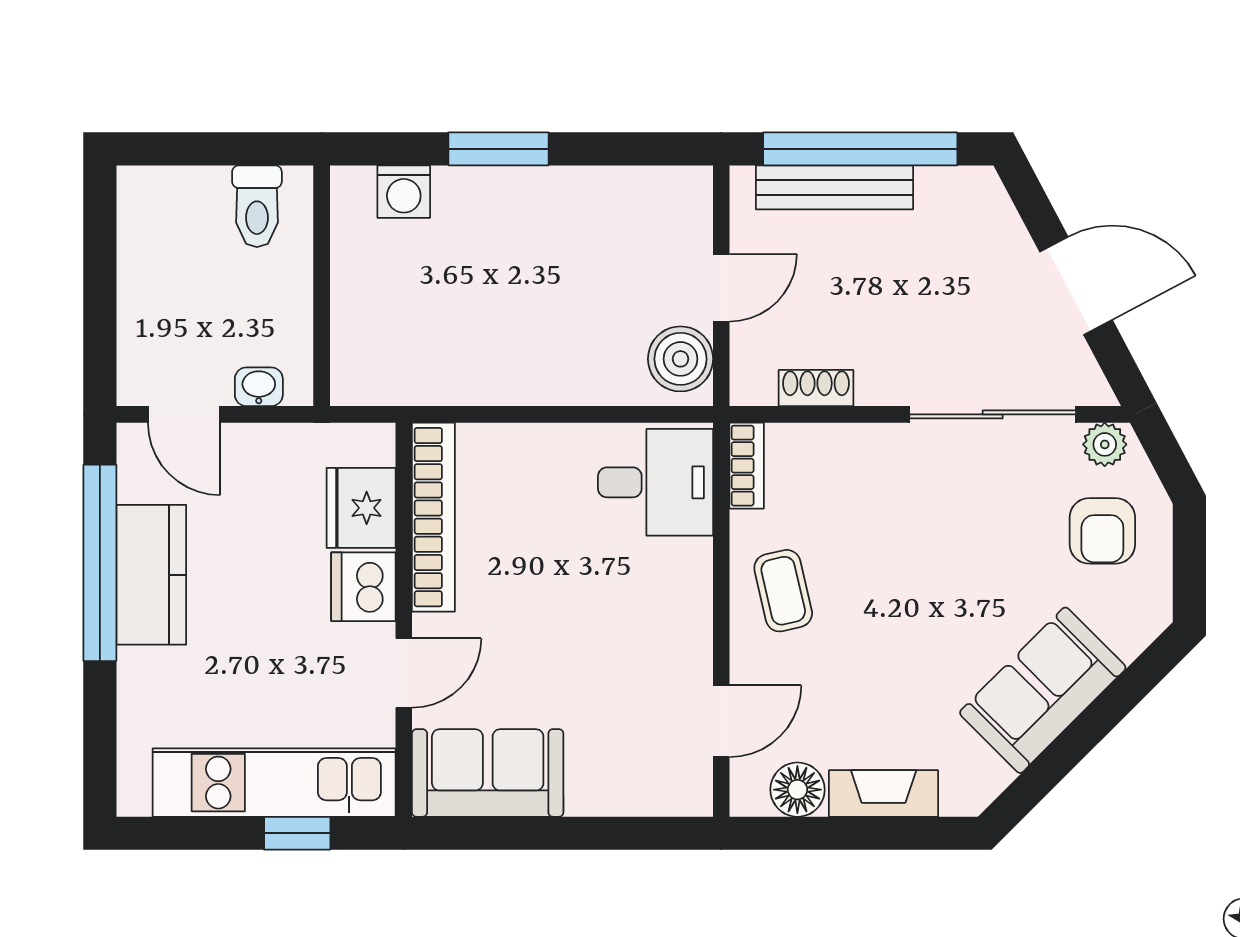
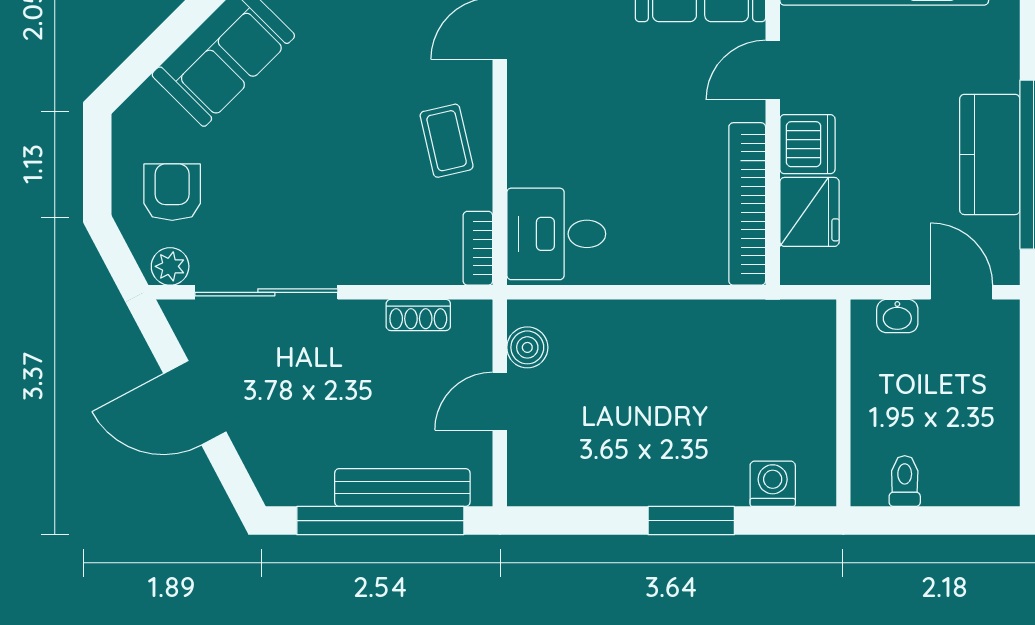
toilet: (257, 206) -> (905, 481), width x0.73, depth x0.72
boiler: (680, 359) -> (527, 347), width x0.73, depth x0.73

